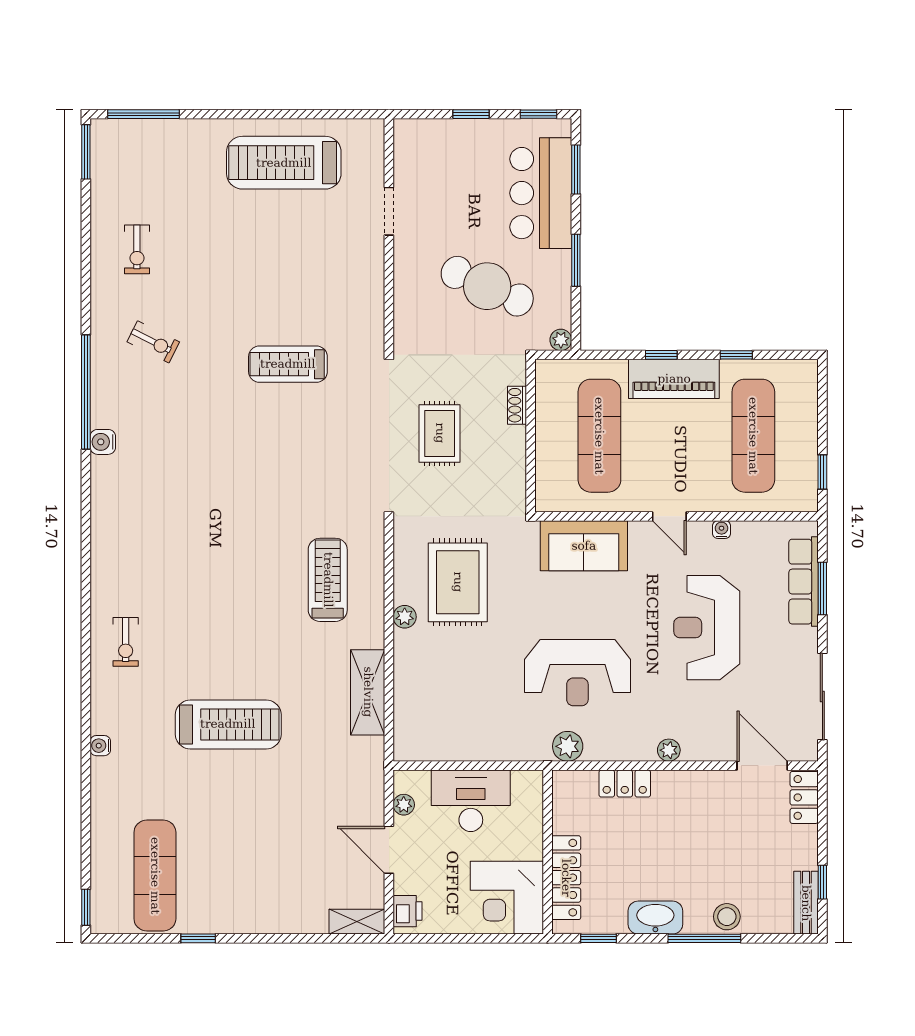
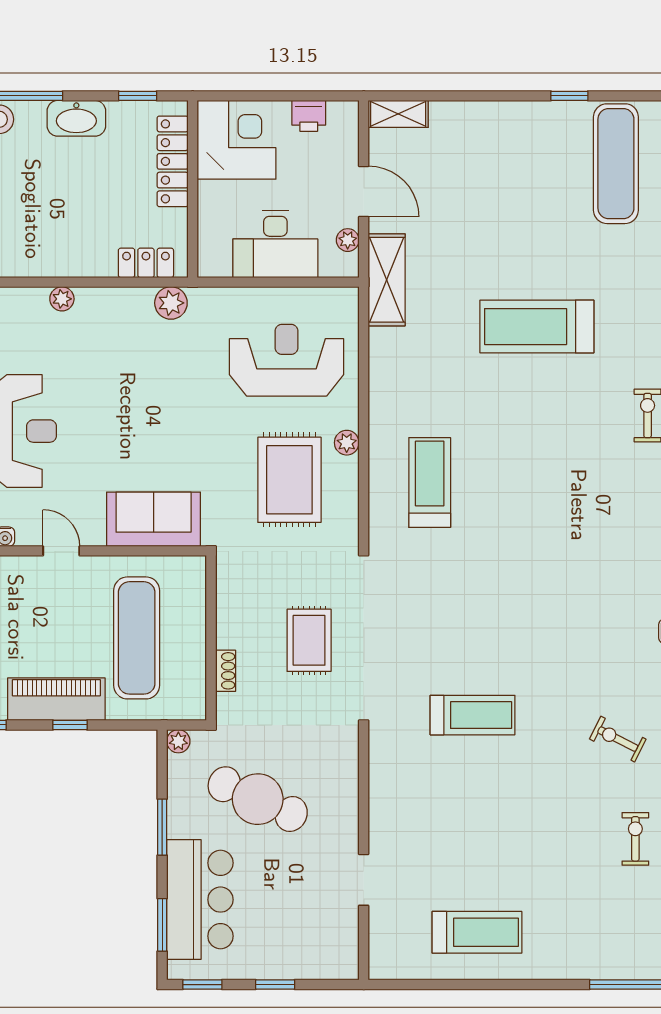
treadmill: (284, 163) -> (477, 932), width x0.73, depth x0.73
treadmill: (328, 580) -> (430, 482), turned 180
reception desk: (577, 673) -> (287, 360), moved
shelving: (368, 692) -> (387, 280), moved
locker: (625, 784) -> (146, 263), moved
printer: (407, 911) -> (309, 116), moved, turned -90

